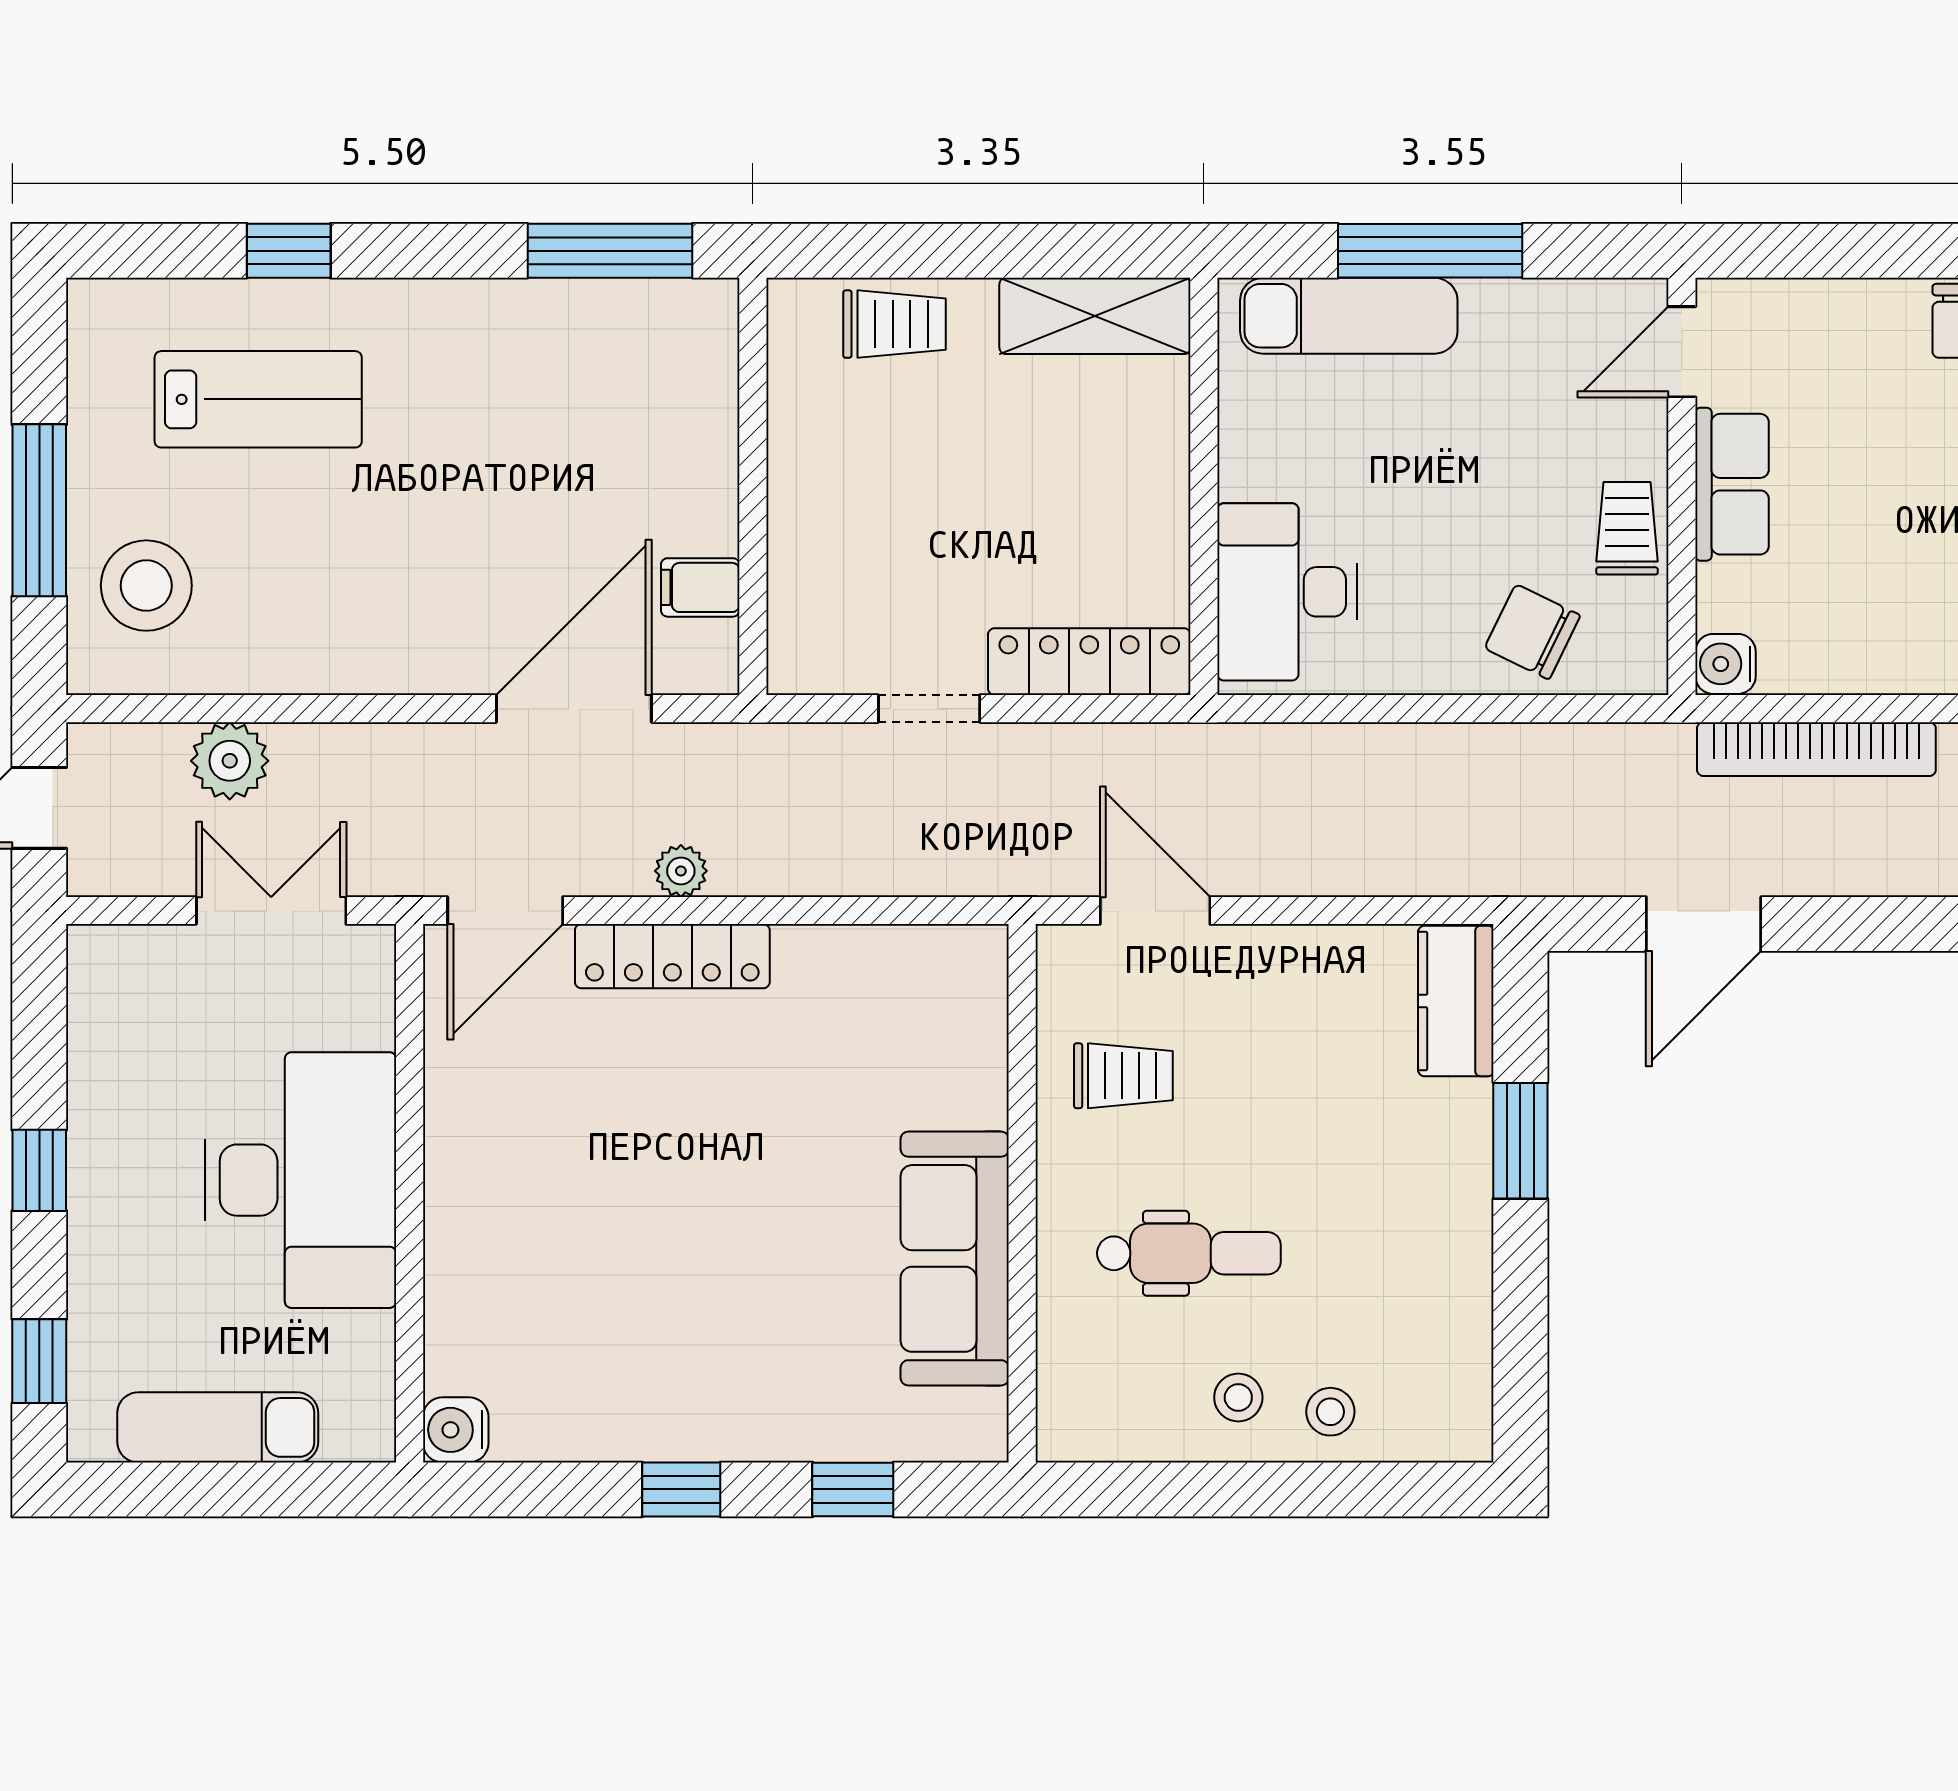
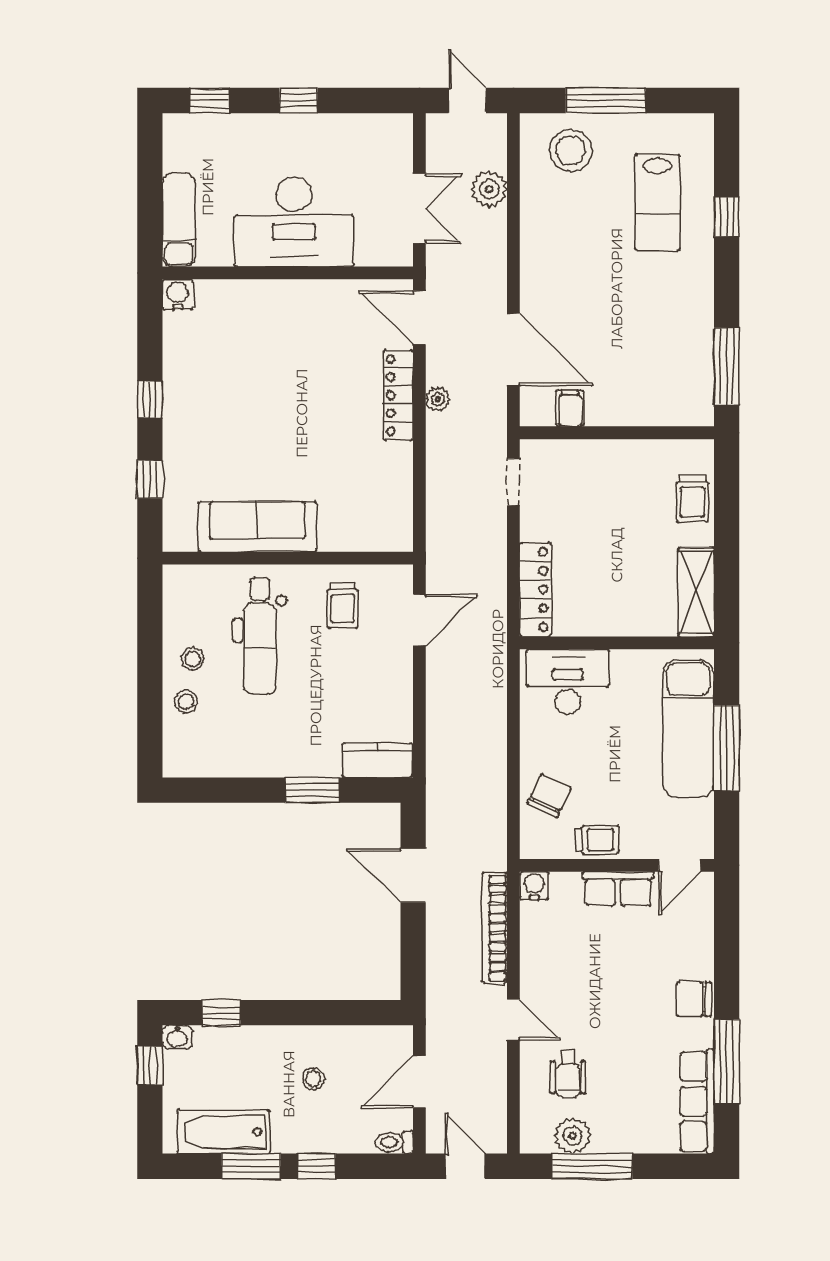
exam couch: (1349, 316) -> (688, 729), width x1.36, depth x1.45
door: (1682, 352) -> (680, 865), swing flipped
doorway: (929, 709) -> (513, 482), moved
dental chair: (1189, 1253) -> (260, 636), width x1.36, depth x1.38
exam couch: (218, 1427) -> (179, 220), moved

